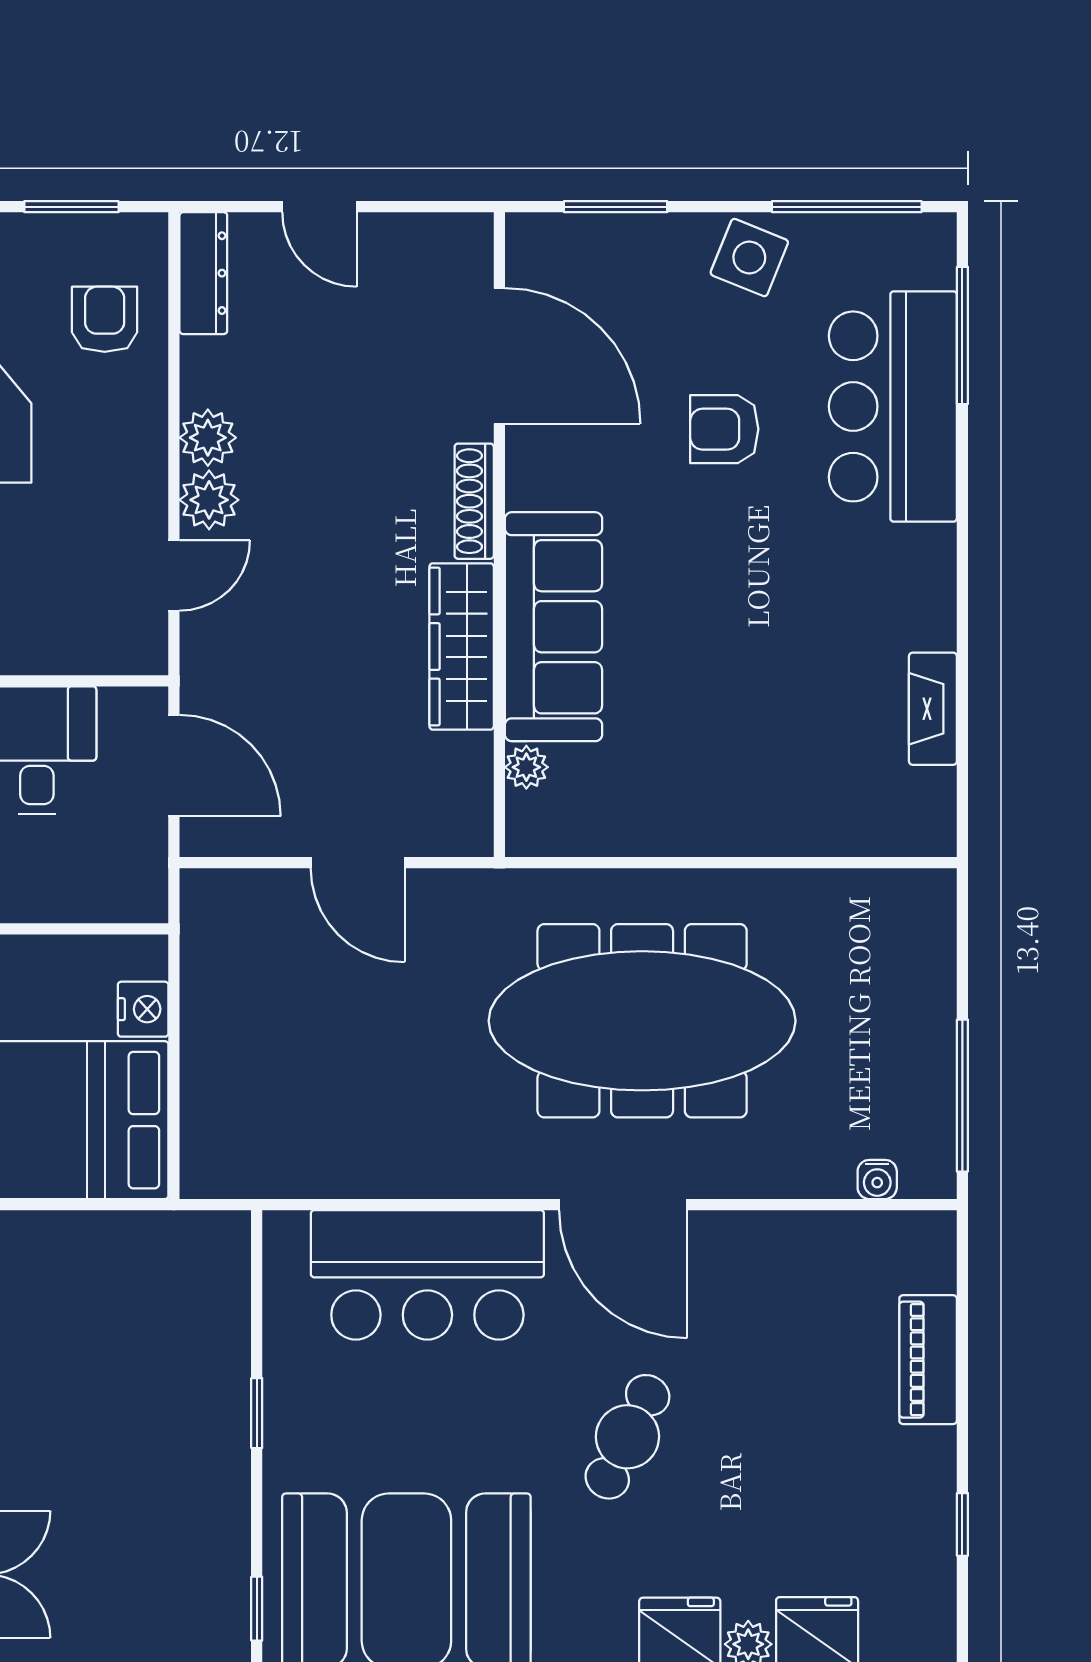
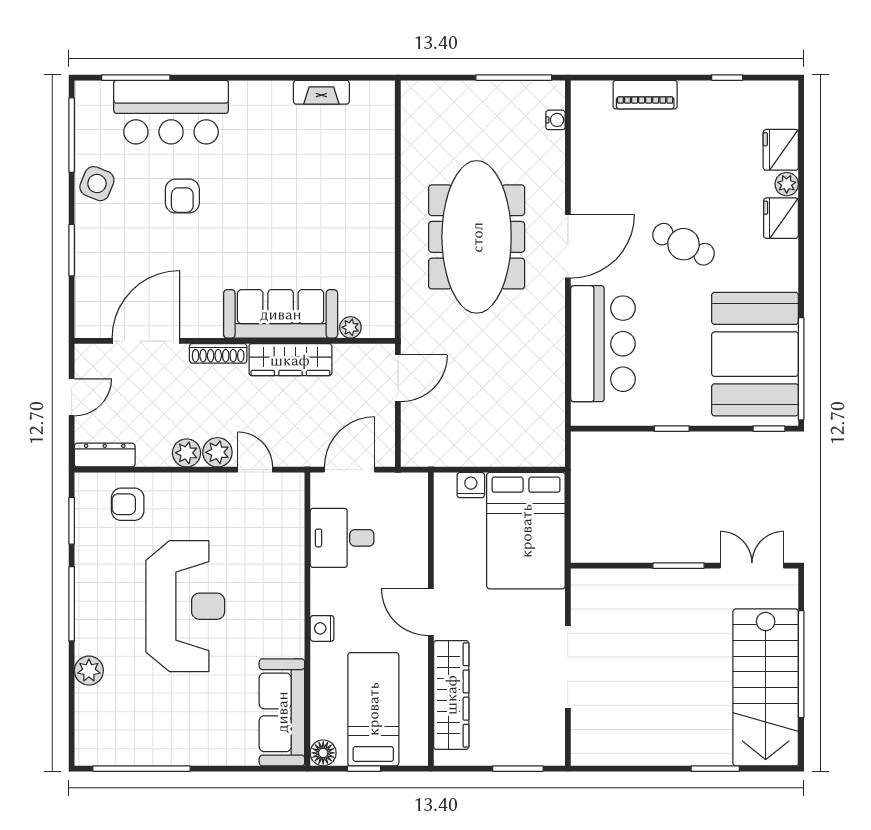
door: (499, 356) -> (146, 341), moved
shoe rack: (474, 501) -> (218, 353), moved
wall: (499, 535) -> (235, 341), moved
sofa: (553, 627) -> (281, 314), moved
wardrobe: (462, 646) -> (290, 360), moved
plant: (526, 767) -> (350, 327), moved

